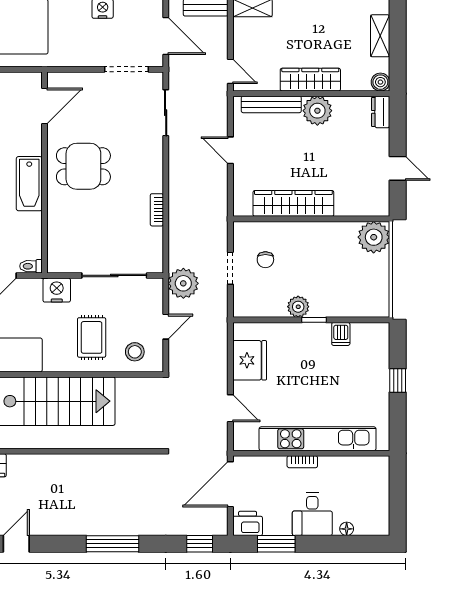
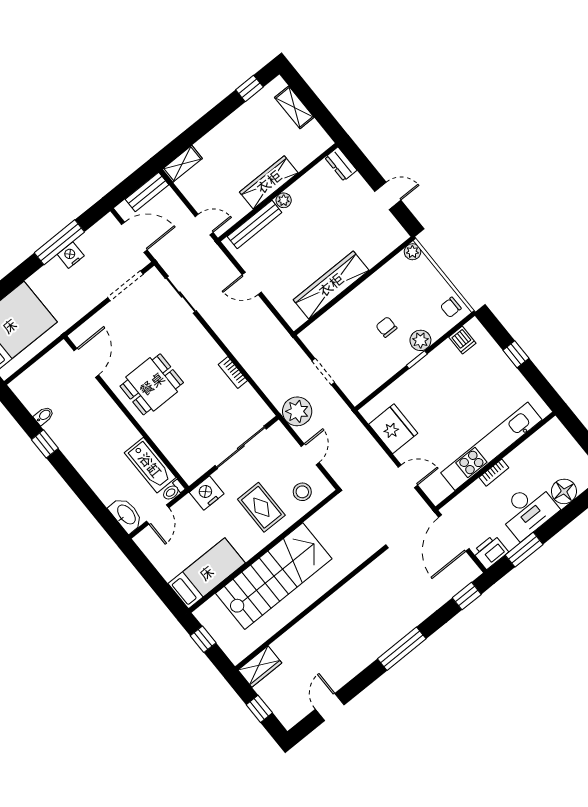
boiler: (380, 82) -> (323, 142), removed
plant: (317, 111) -> (284, 200), width x0.53, depth x0.53
bathtub: (29, 184) -> (150, 465), moved
plant: (374, 237) -> (412, 252), width x0.53, depth x0.53
chair: (265, 260) -> (386, 327), moved, turned 180
chair: (376, 300) -> (451, 307), added
plant: (298, 307) -> (420, 340), moved
dishwasher: (341, 334) -> (462, 340), moved
desk: (312, 514) -> (528, 510), width x1.37
floor lamp: (347, 529) -> (564, 491), width x1.89, depth x1.89

